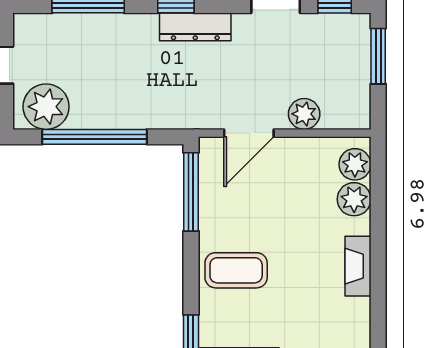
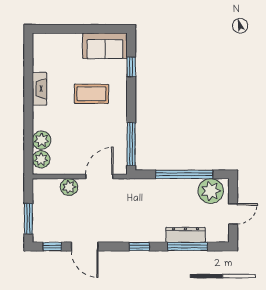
dresser: (195, 27) -> (186, 235), moved
fireplace: (358, 266) -> (39, 89), moved
coffee table: (236, 270) -> (91, 94), moved

